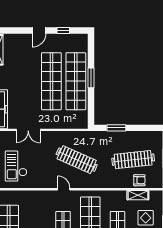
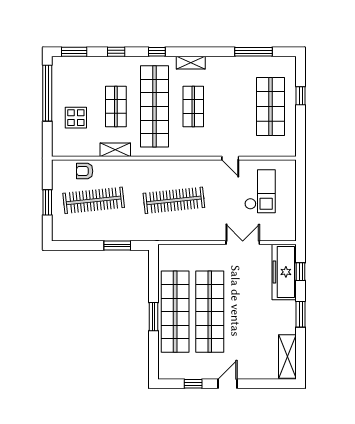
clothes rail: (77, 160) -> (174, 200), turned -30
door: (64, 189) -> (230, 158), moved
shelving: (138, 195) -> (115, 150), moved

